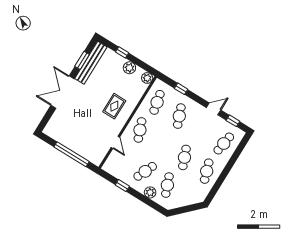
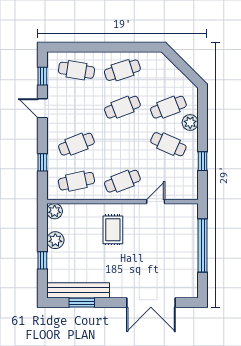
double door: (63, 92) -> (151, 303), moved
rug: (114, 106) -> (113, 230), turned 90

